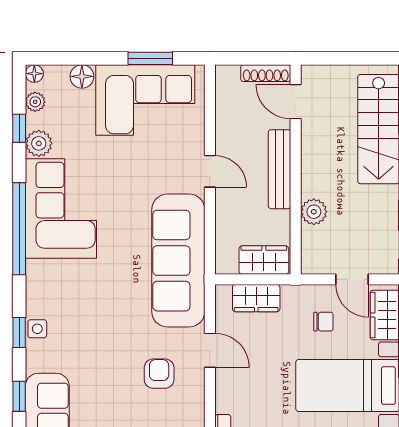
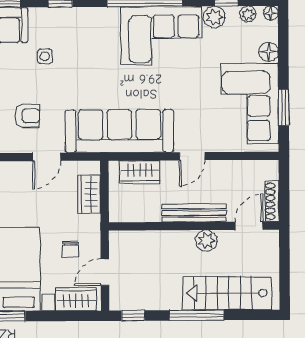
plant: (314, 212) -> (206, 241), moved
wardrobe: (264, 260) -> (140, 172), moved, turned 90
side table: (37, 329) -> (45, 56), moved

